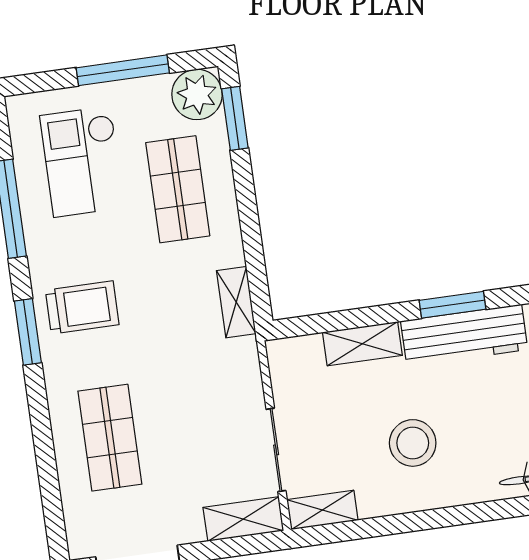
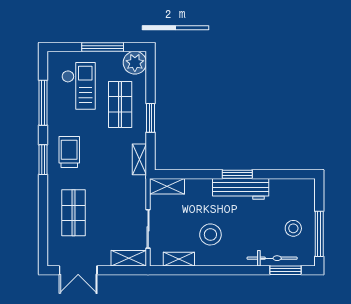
window: (235, 118) -> (151, 118), moved
checkout: (82, 162) -> (79, 86), turned 180
trolley: (82, 307) -> (69, 152), turned -90
shelving: (362, 344) -> (167, 186), moved
shelving: (322, 510) -> (179, 259), moved

